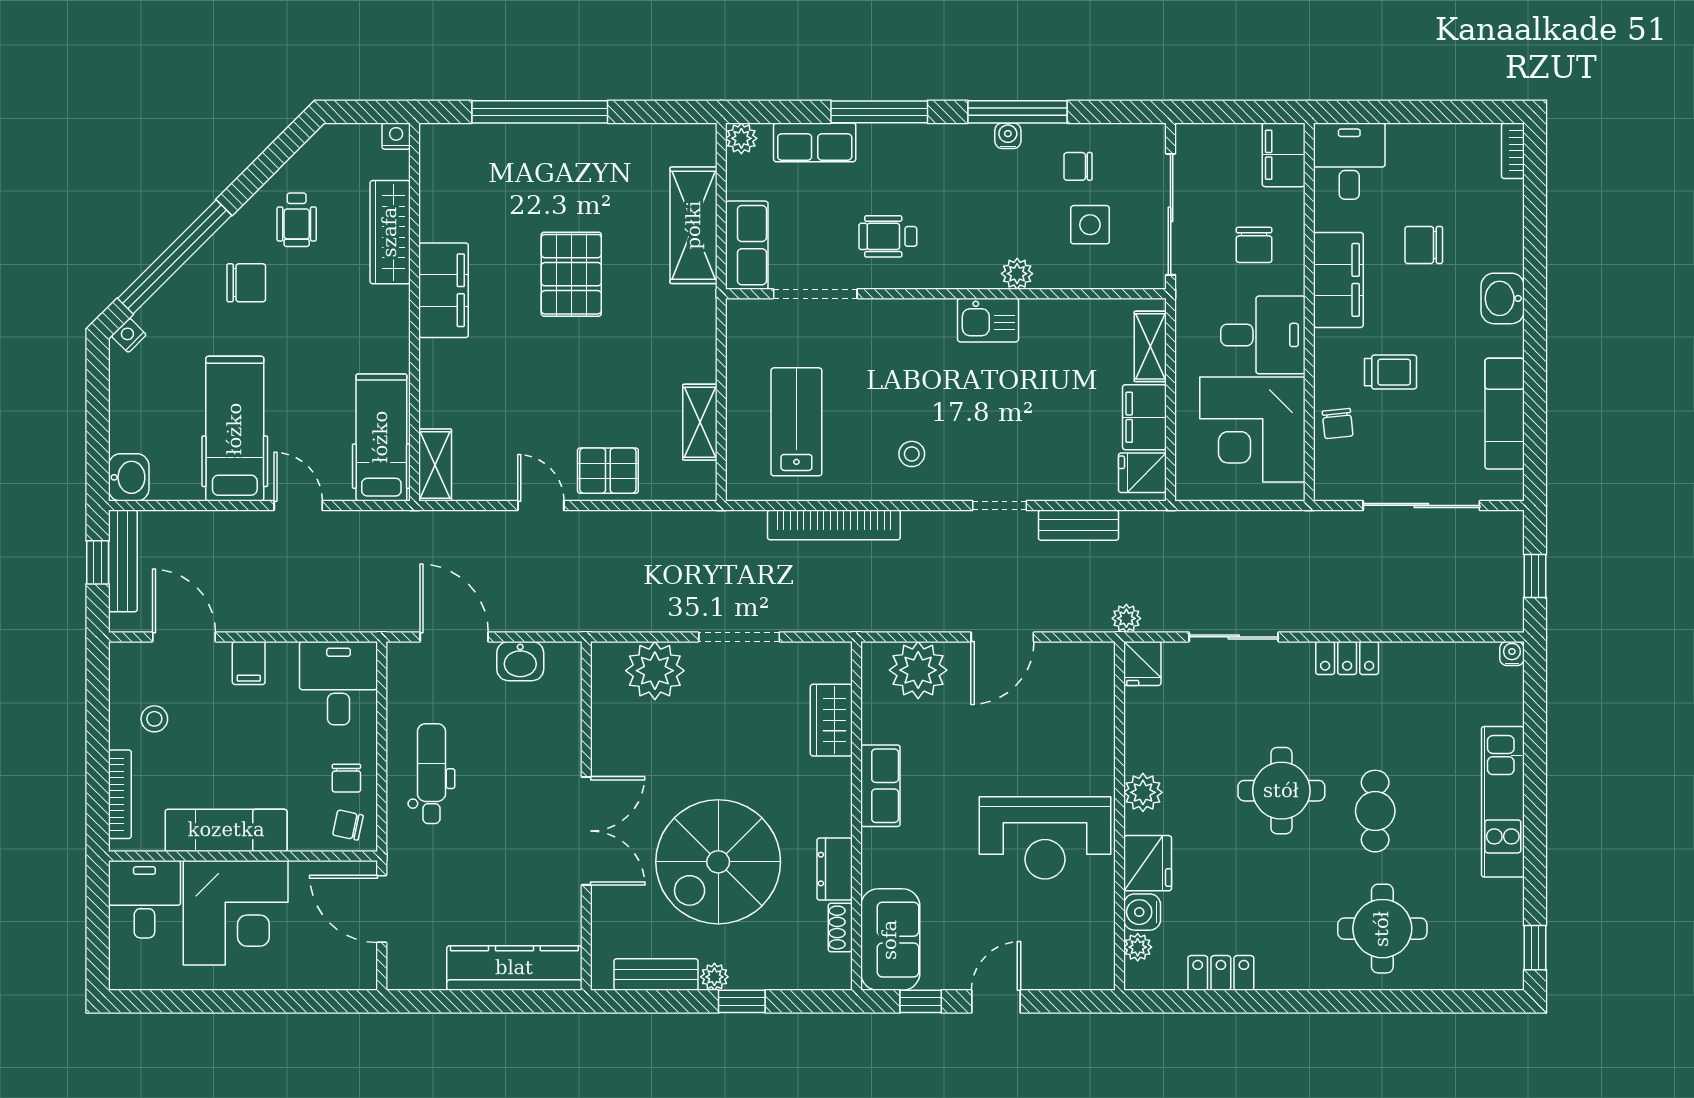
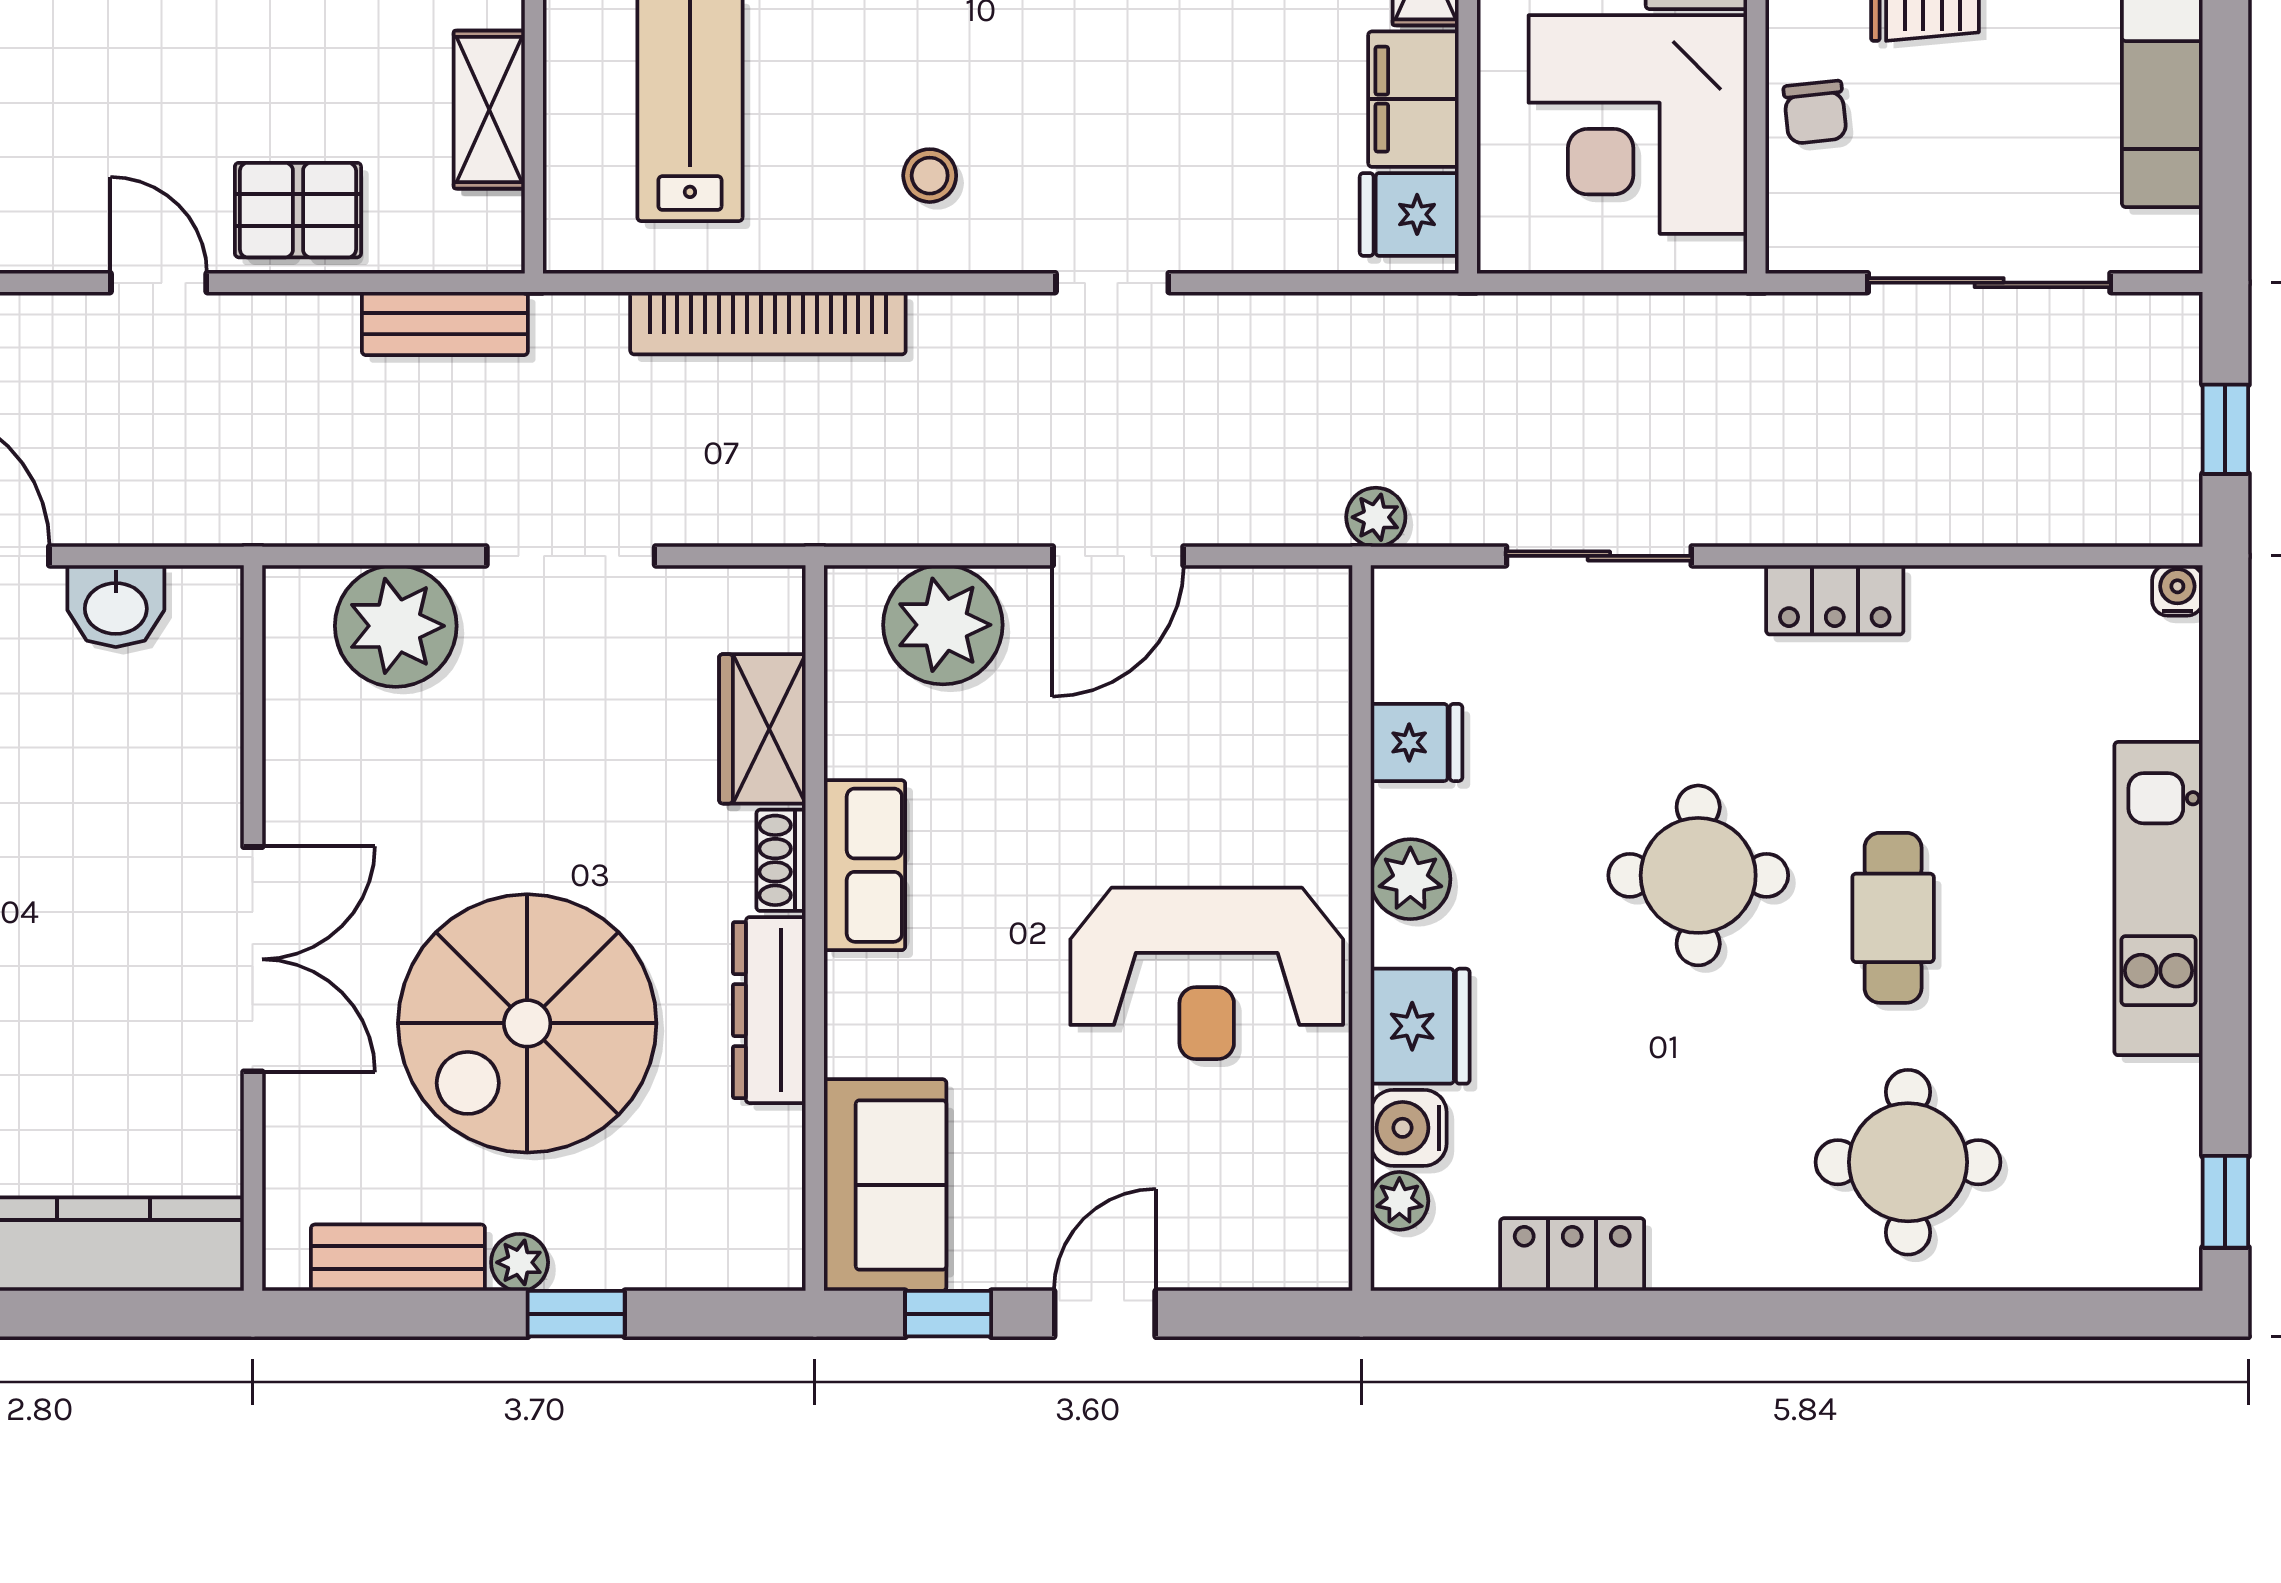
bench: (1078, 525) -> (445, 323), moved
fridge: (1142, 663) -> (1416, 742), moved, turned -90
dresser: (835, 869) -> (769, 1010), width x1.44
shoe rack: (840, 927) -> (781, 860), moved

